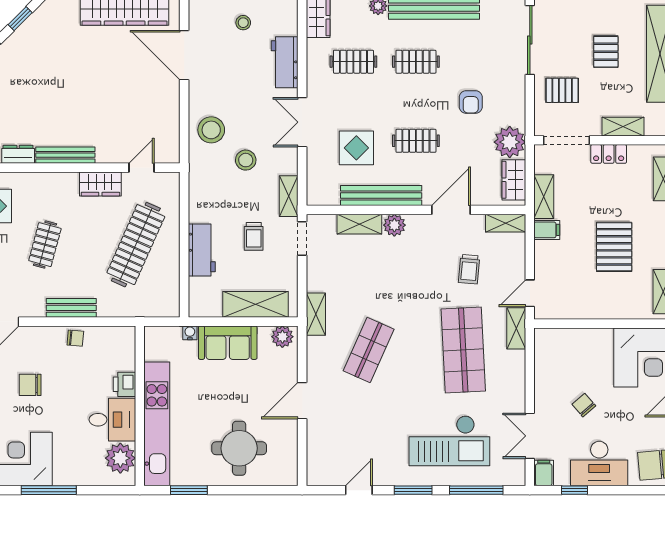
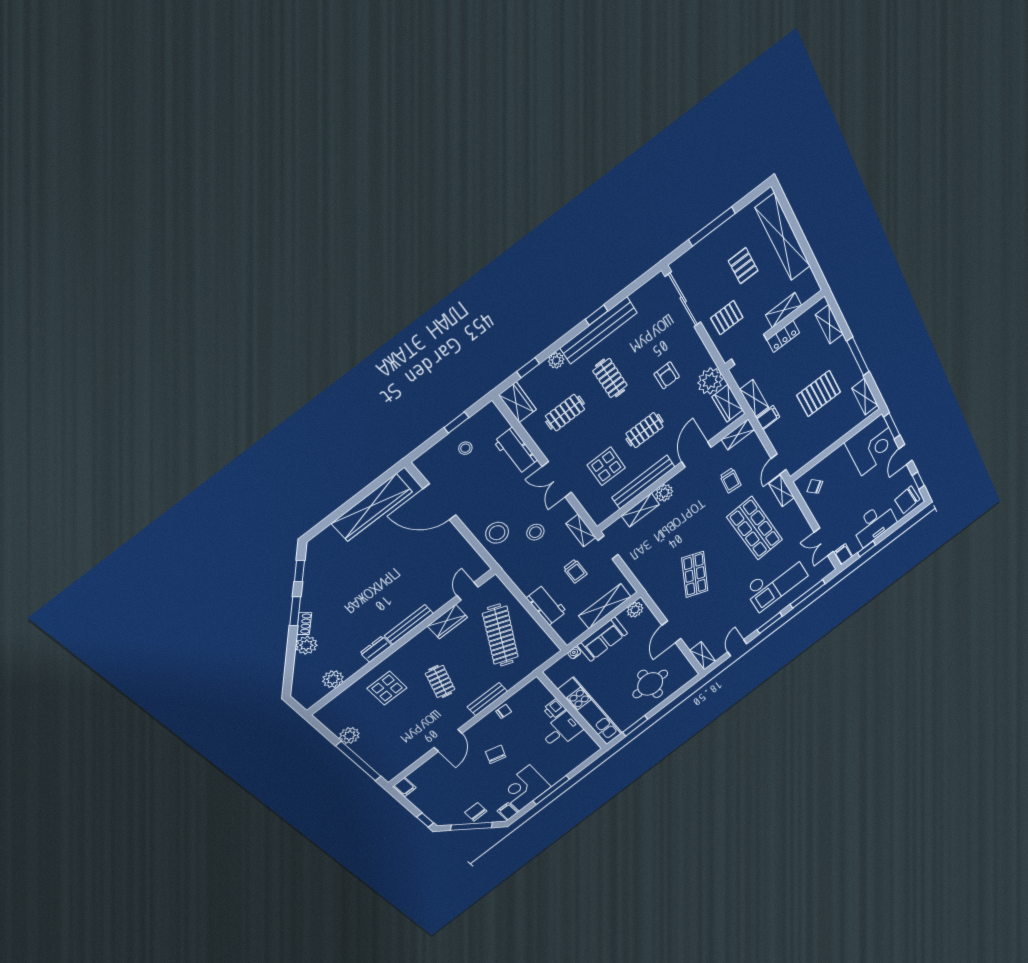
clothes rail: (416, 62) -> (610, 378), turned 90
pallet: (614, 247) -> (819, 394), turned 90
shelving: (316, 314) -> (703, 656), moved
chair: (30, 385) -> (496, 754), turned 108
chair: (584, 405) -> (815, 486), moved
plant: (120, 458) -> (582, 744), removed

